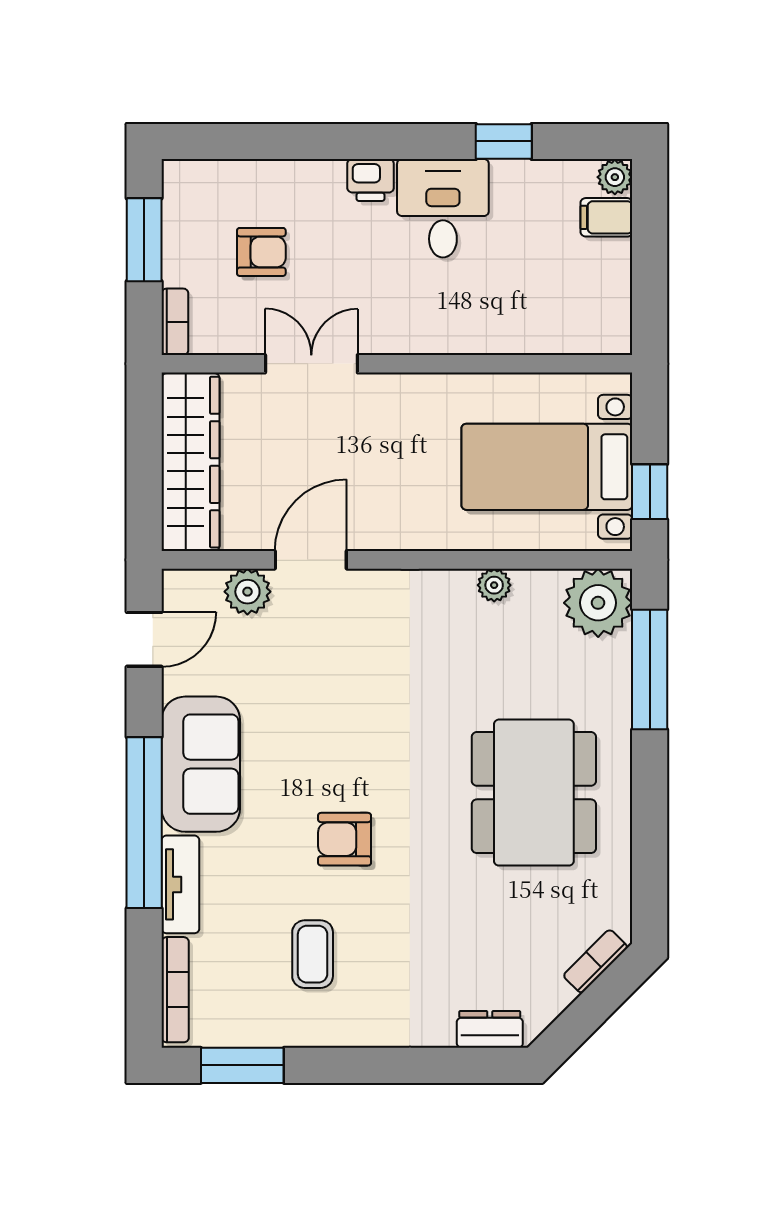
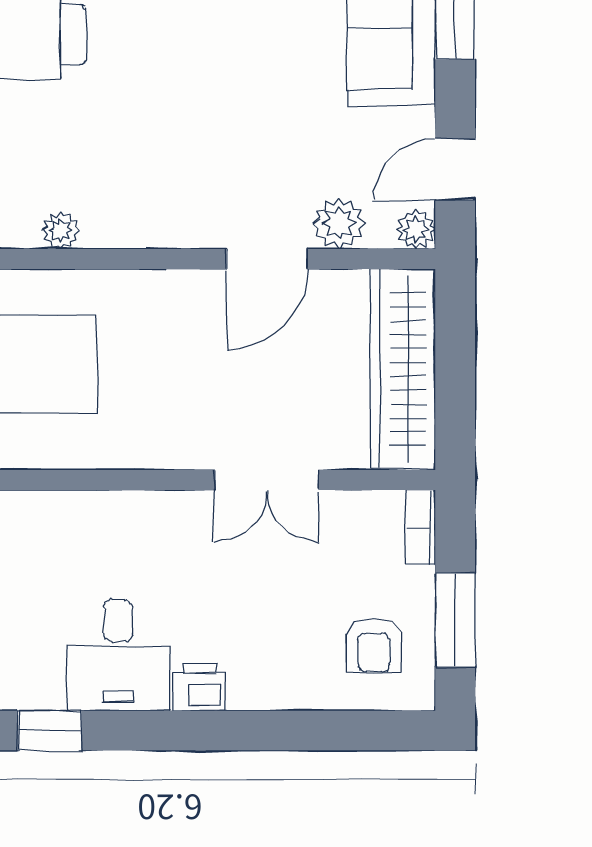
armchair: (261, 252) -> (374, 644), moved, turned -90
plant: (179, 586) -> (416, 229), added

